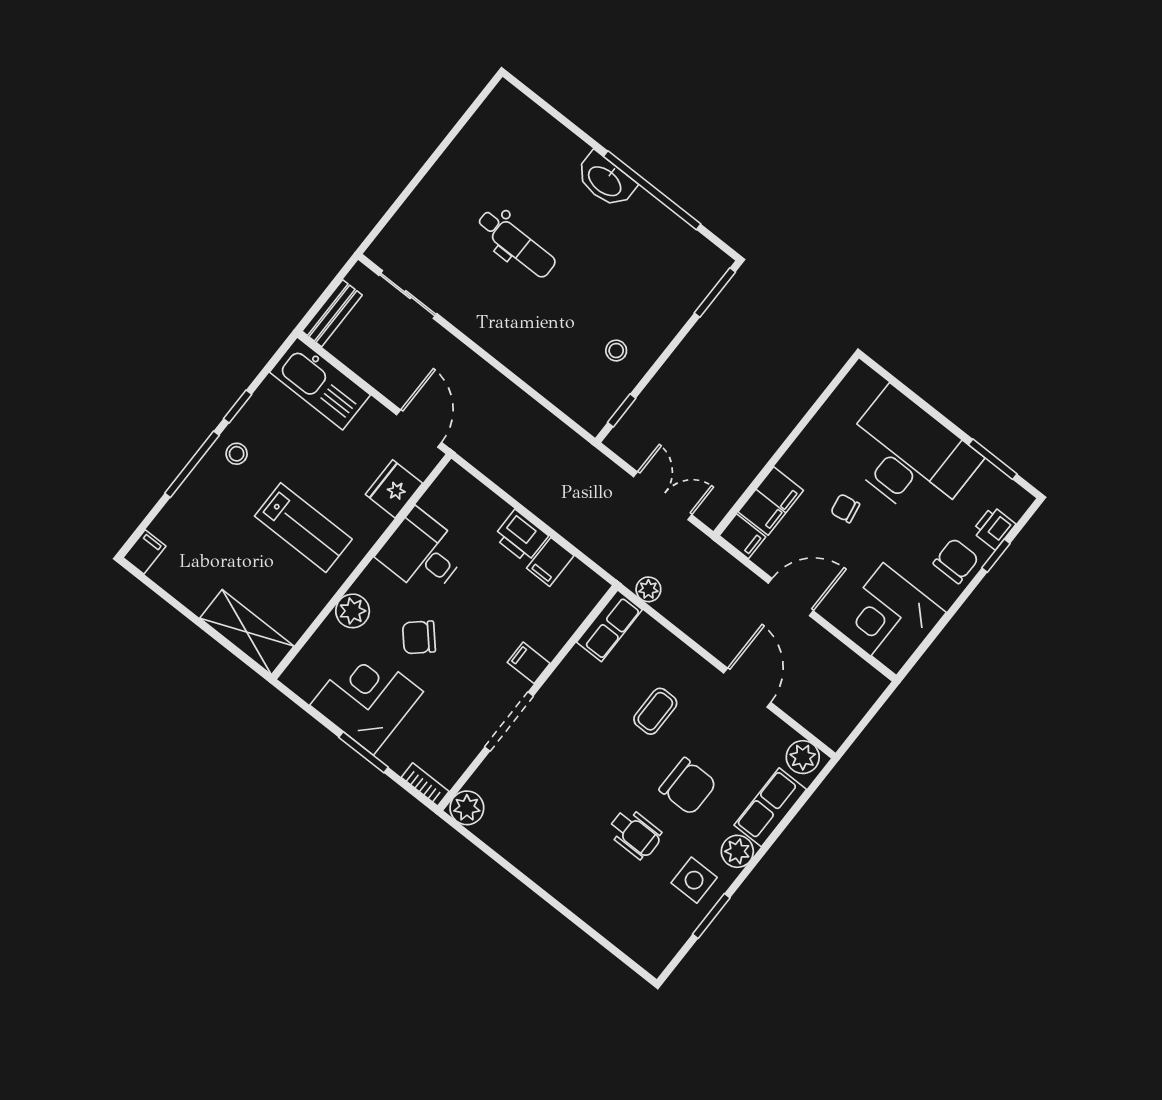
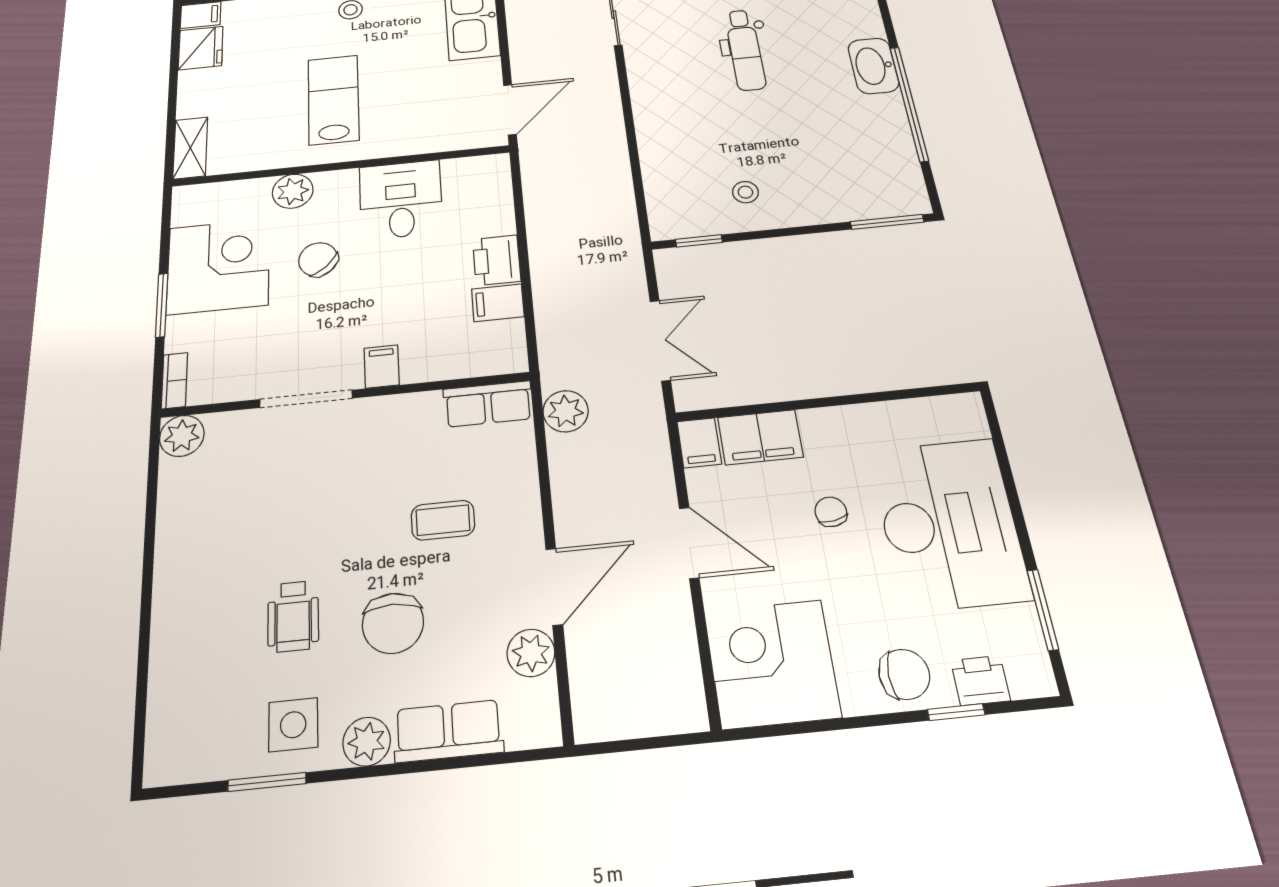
fridge: (394, 489) -> (201, 48), moved, turned 90
lab bench: (303, 528) -> (333, 100), turned 180
plant: (648, 589) -> (566, 411), width x1.38, depth x1.38
shelving: (247, 632) -> (190, 148), width x0.67, depth x0.75
plant: (803, 757) -> (531, 653), moved

